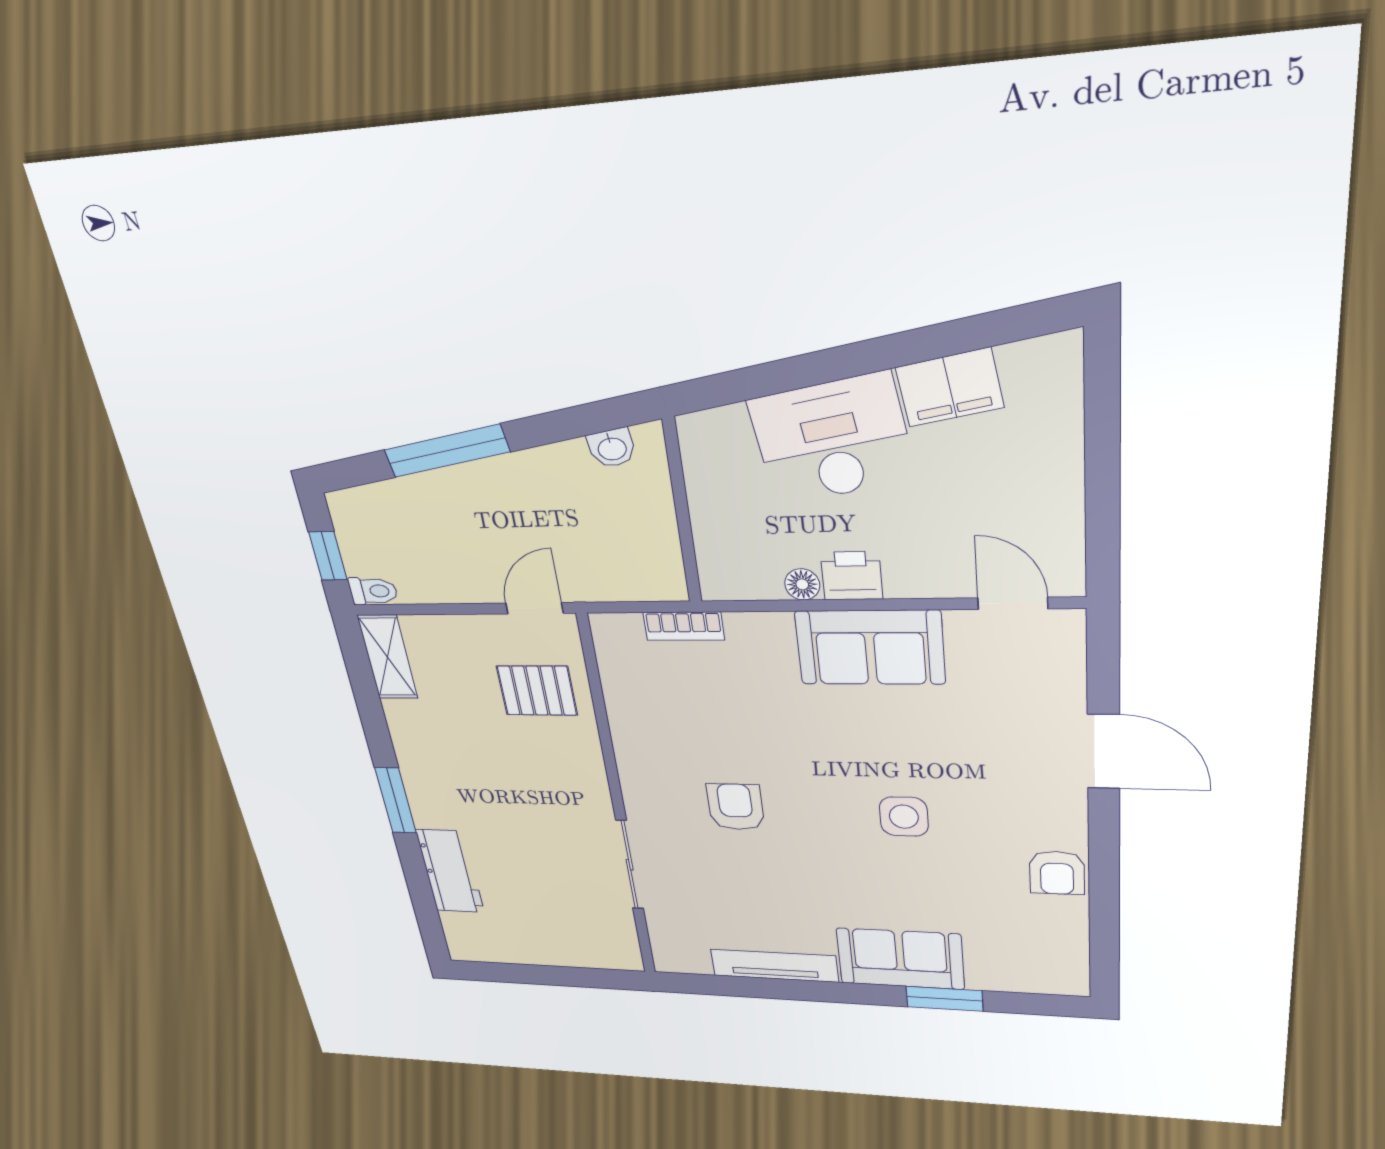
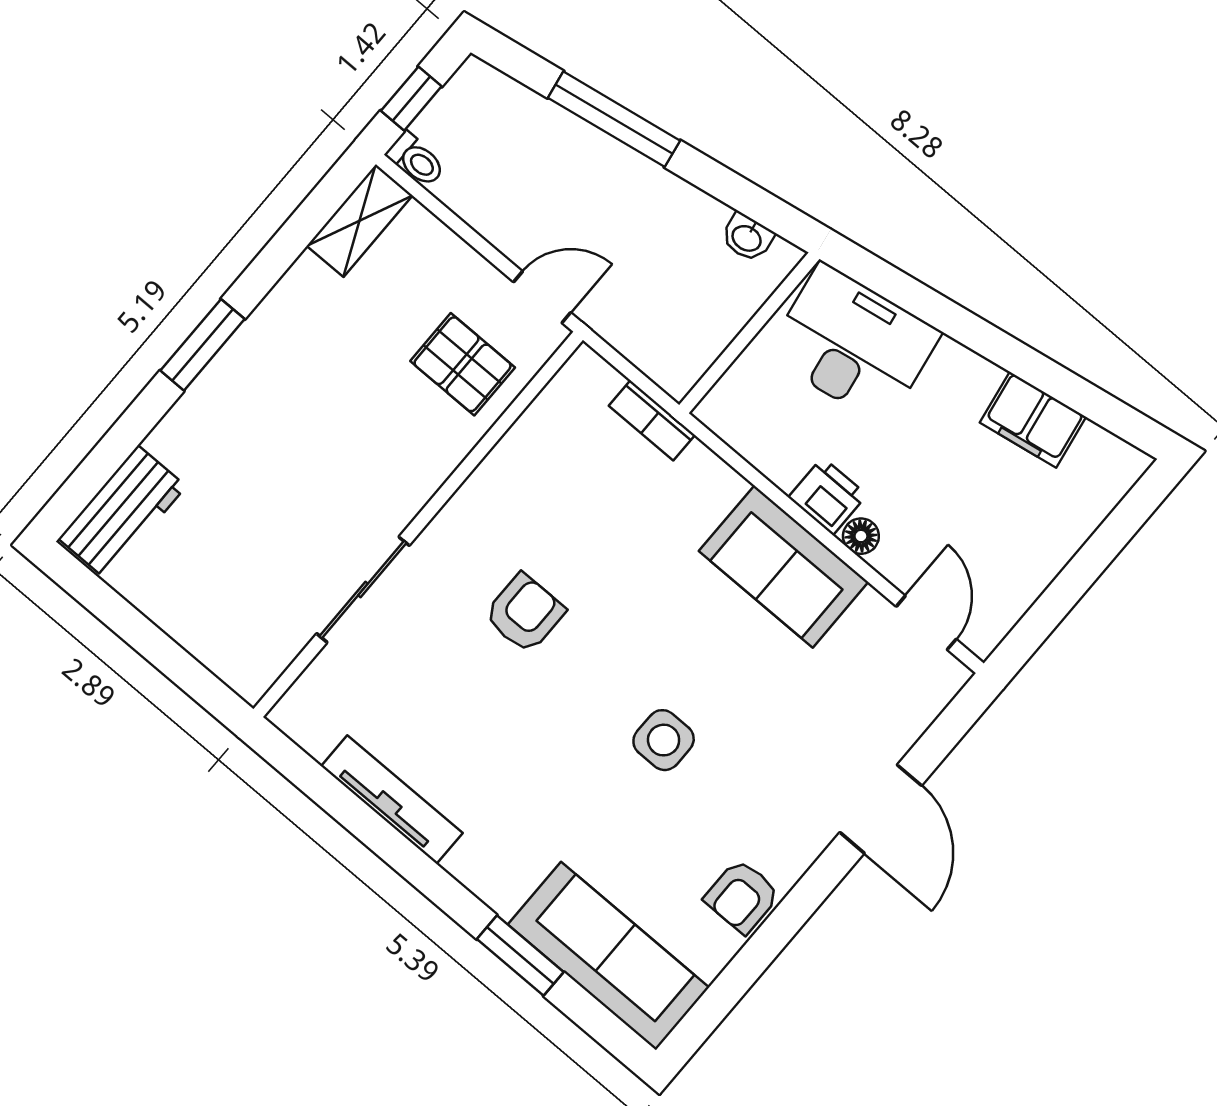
desk: (832, 440) -> (853, 344), moved
floor lamp: (802, 584) -> (861, 536), moved
workbench: (450, 871) -> (122, 512), moved
sofa: (900, 959) -> (608, 956), moved, width x1.36

